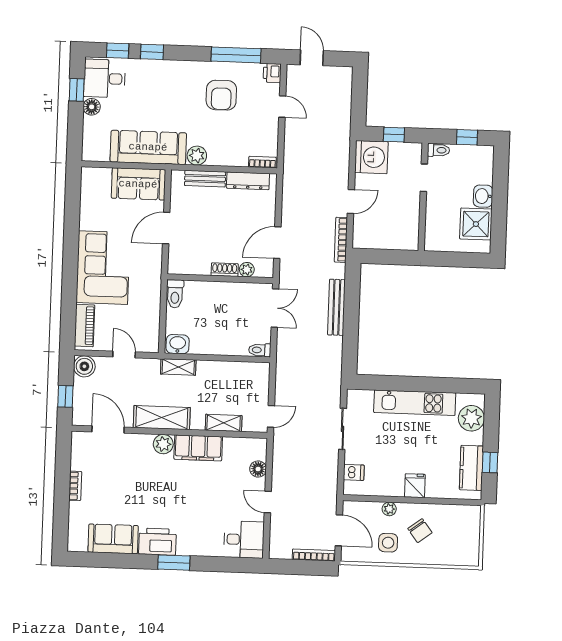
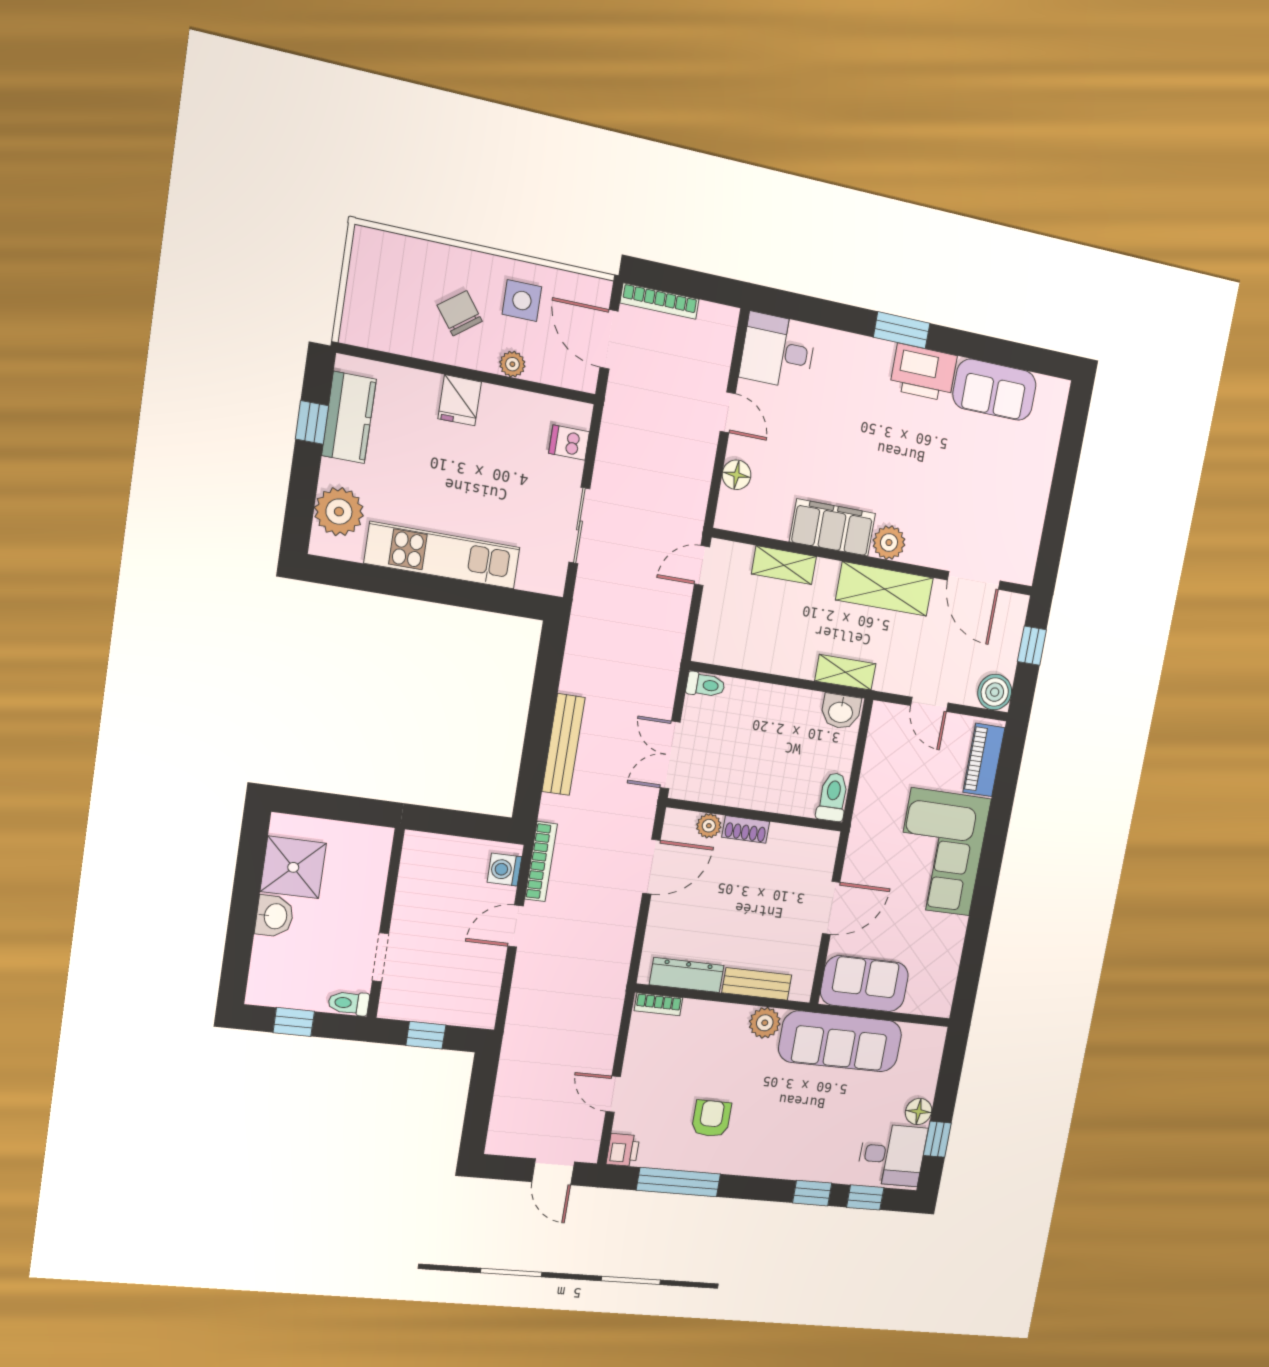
armchair: (221, 95) -> (711, 1119), width x0.72, depth x0.72
washing machine: (371, 157) -> (504, 870), moved, width x0.53, depth x0.53
bookcase: (75, 486) -> (1040, 492), removed

